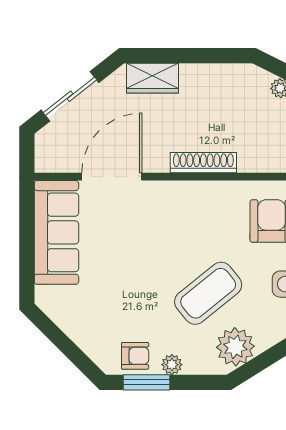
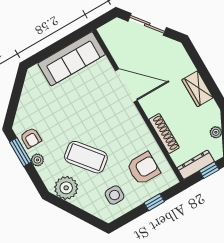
wardrobe: (153, 78) -> (197, 89), moved
shoe rack: (203, 163) -> (164, 134), moved
door: (112, 177) -> (126, 85), moved

